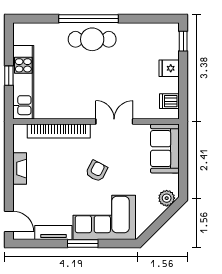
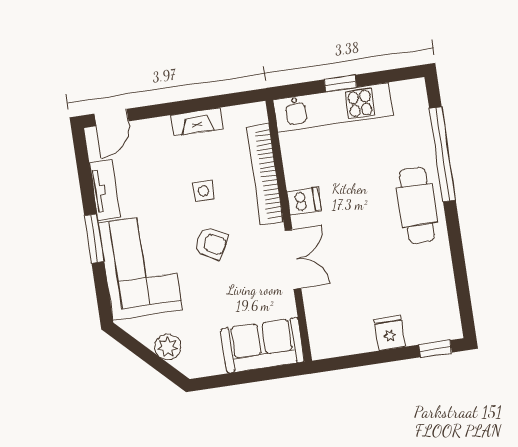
window: (88, 19) -> (442, 154), moved
dishwasher: (169, 101) -> (304, 201), moved, turned 90
side table: (63, 171) -> (203, 191), added
plant: (167, 198) -> (168, 347), moved

